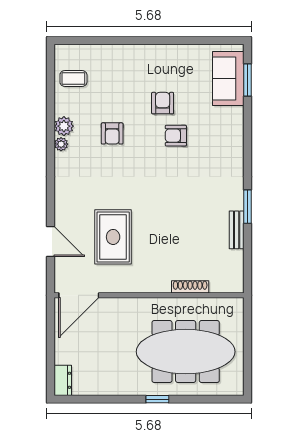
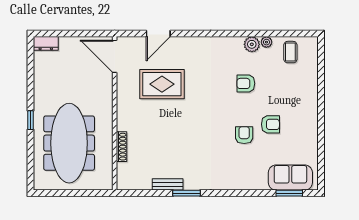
plant: (61, 144) -> (266, 42), moved

